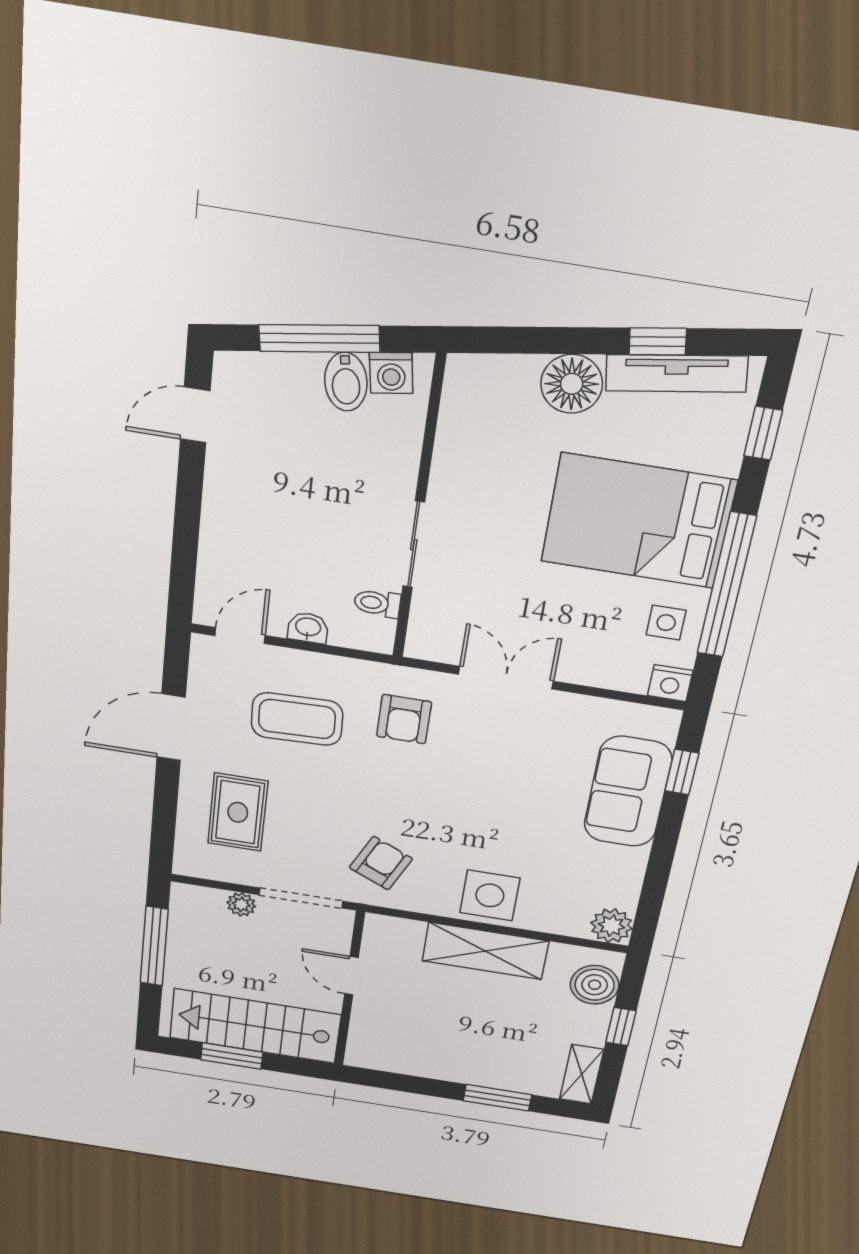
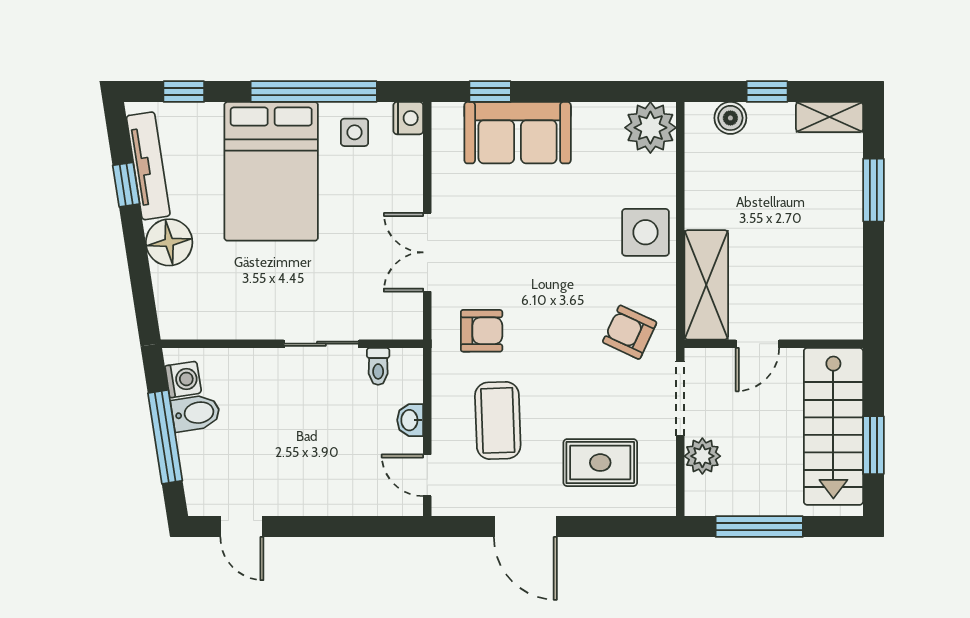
plant: (241, 904) -> (702, 456), width x1.38, depth x1.38
plant: (612, 926) -> (650, 128), width x1.36, depth x1.36
shelving: (485, 951) -> (706, 285), moved
boiler: (595, 985) -> (730, 118), width x0.73, depth x0.73

